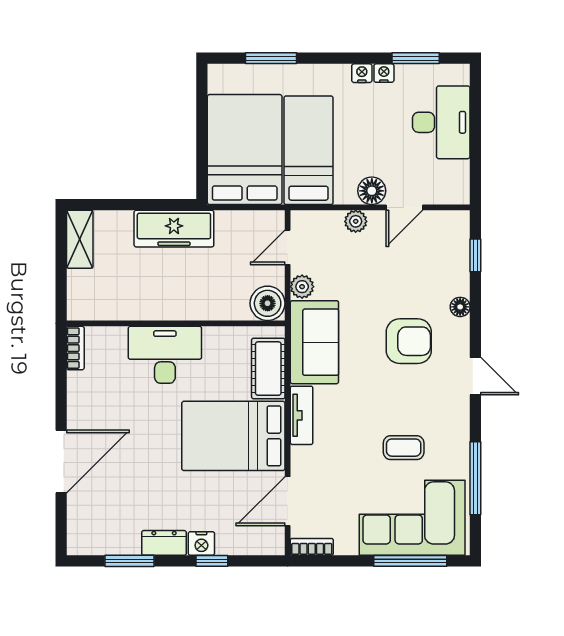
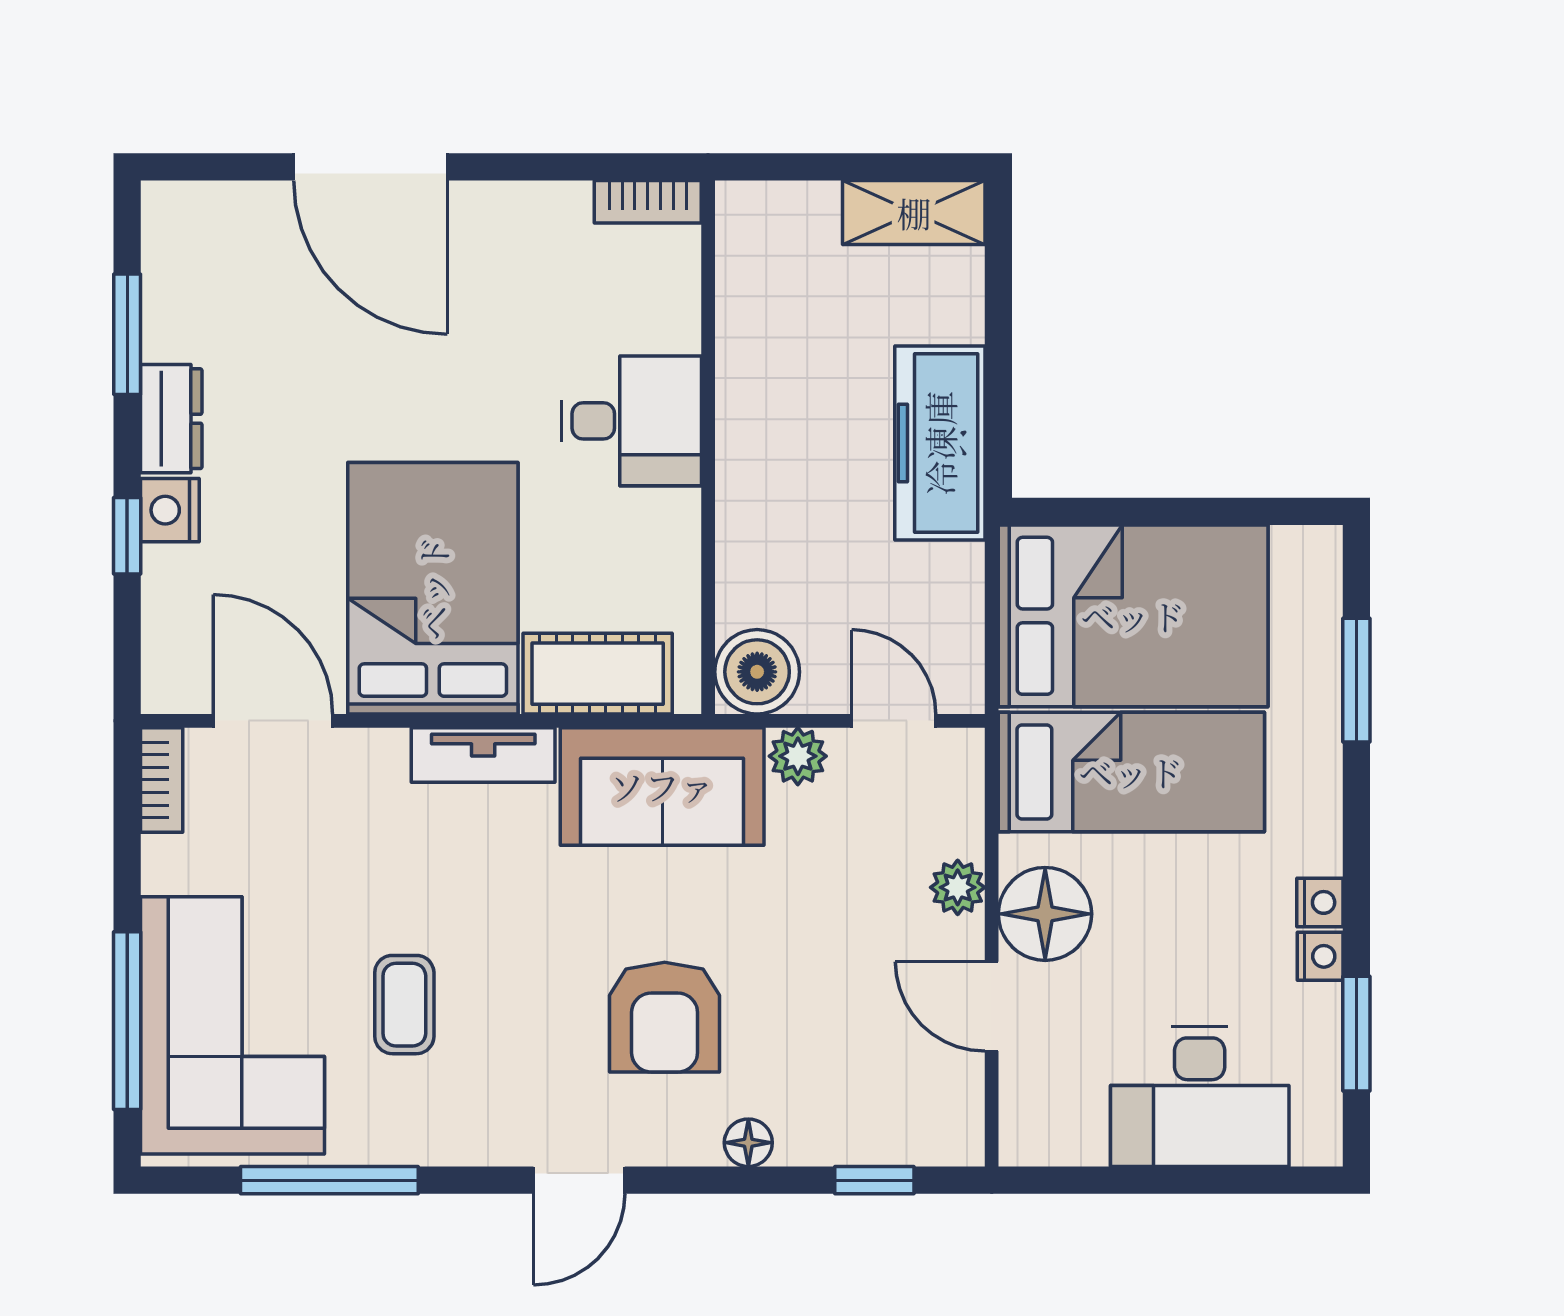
floor lamp: (372, 191) -> (1045, 914), width x1.38, depth x1.38
desk: (165, 355) -> (631, 421), width x0.73

